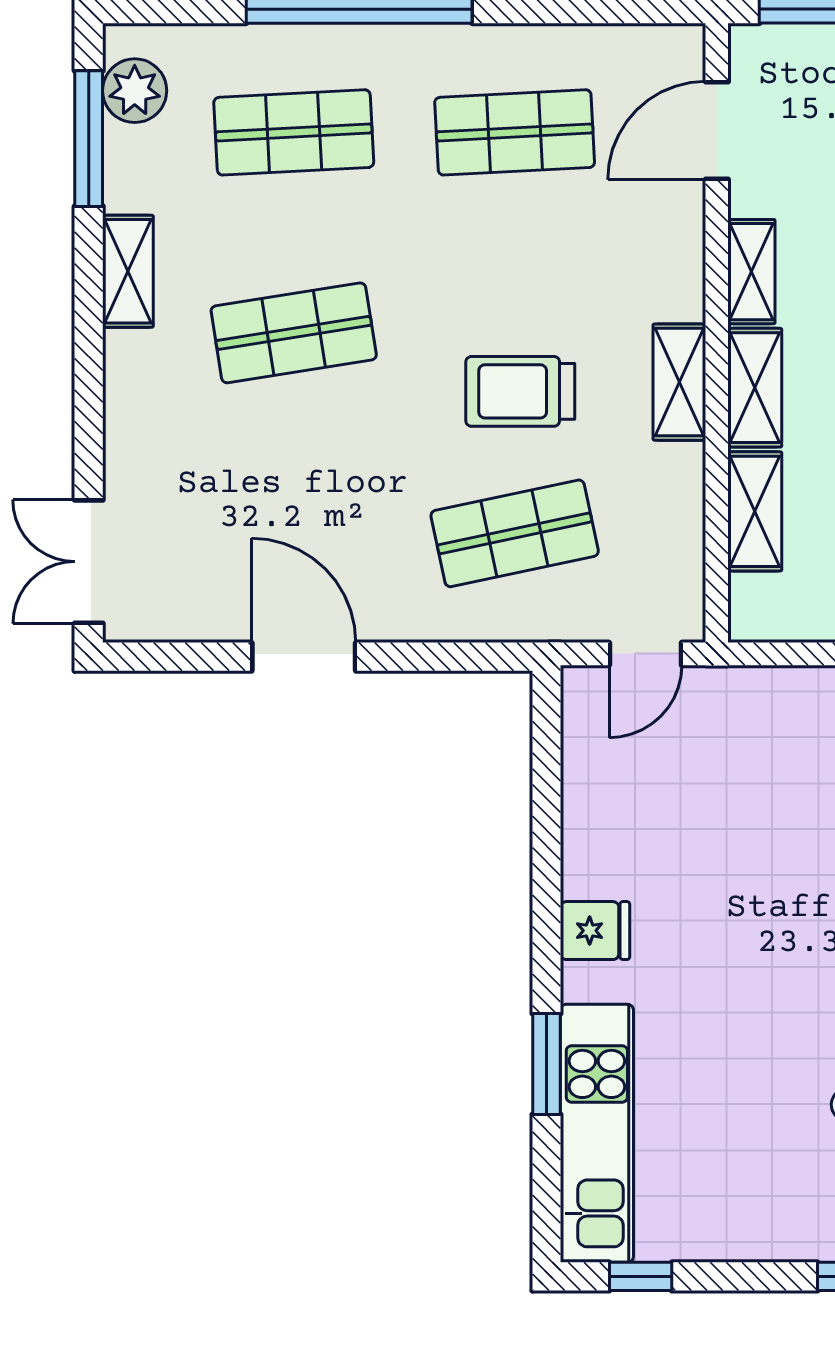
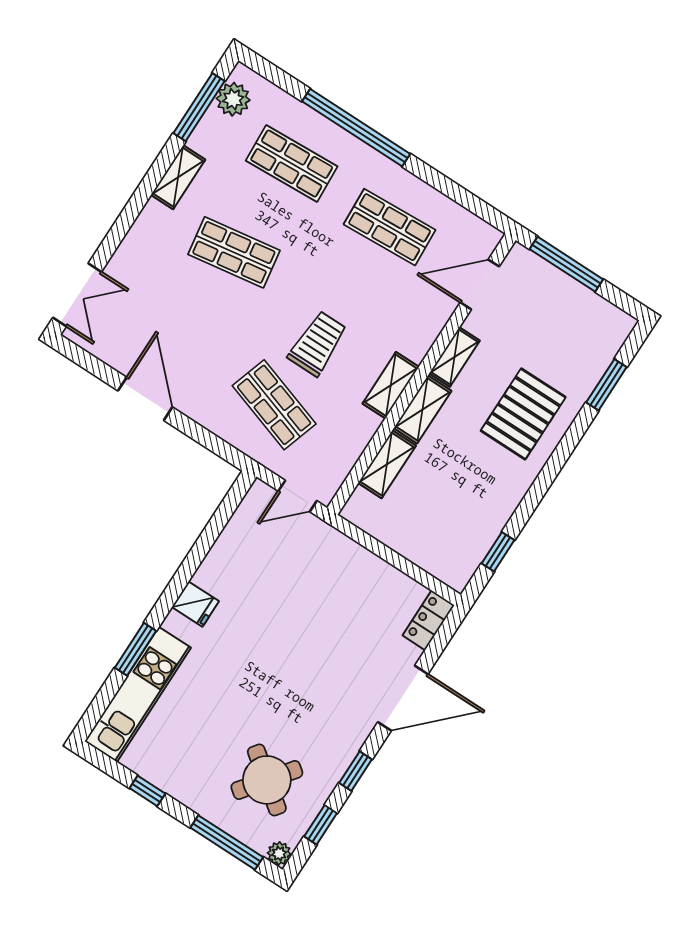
trolley: (520, 391) -> (318, 344), turned 90
shop shelf: (515, 533) -> (274, 405), turned 30
double door: (89, 562) -> (77, 295), swing flipped
window: (641, 1276) -> (147, 791), moved

